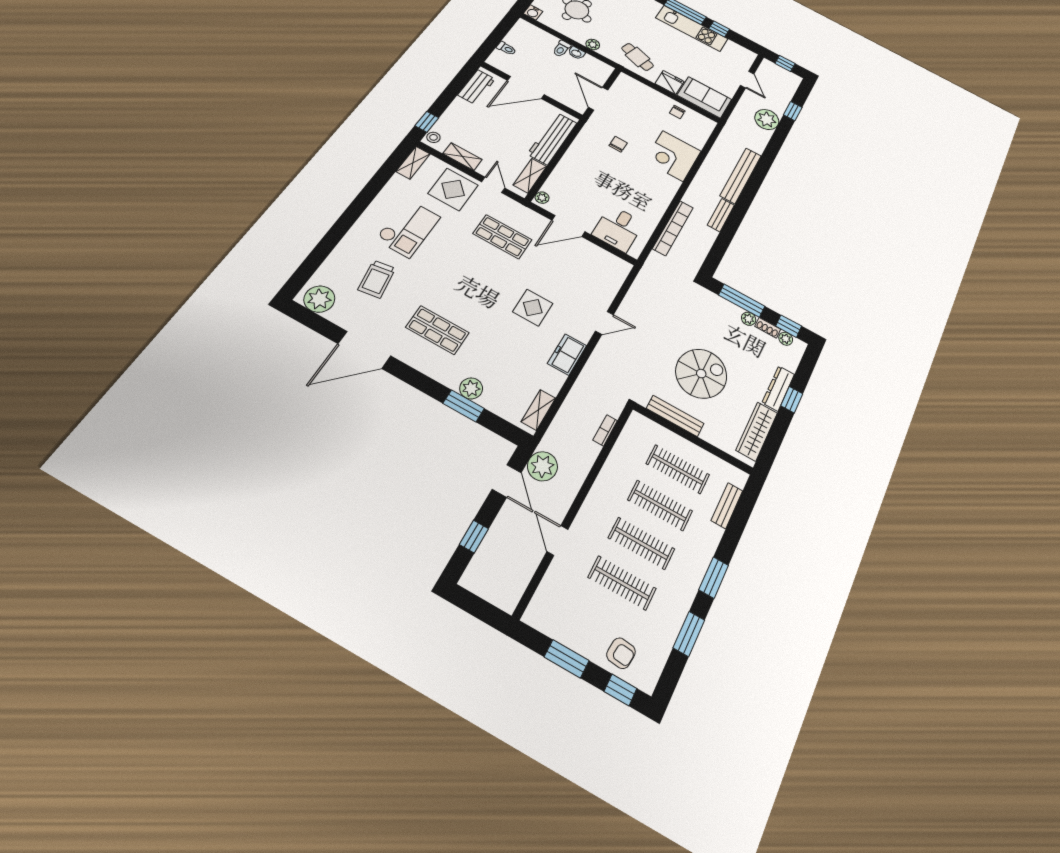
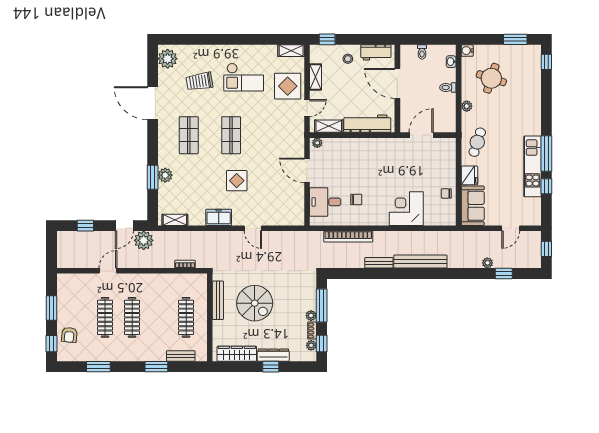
washbasin: (576, 53) -> (451, 62), moved
plant: (767, 119) -> (487, 263), width x0.53, depth x0.53
stool: (433, 137) -> (348, 59), moved
chair: (618, 144) -> (356, 199), moved
shop shelf: (502, 237) -> (231, 135), moved
clothes rail: (660, 505) -> (159, 317), removed
window: (714, 578) -> (156, 367), moved

